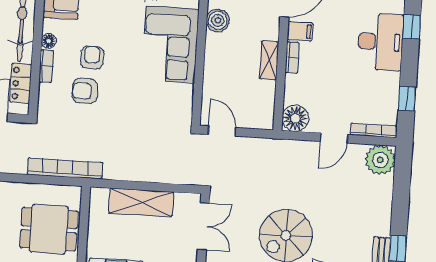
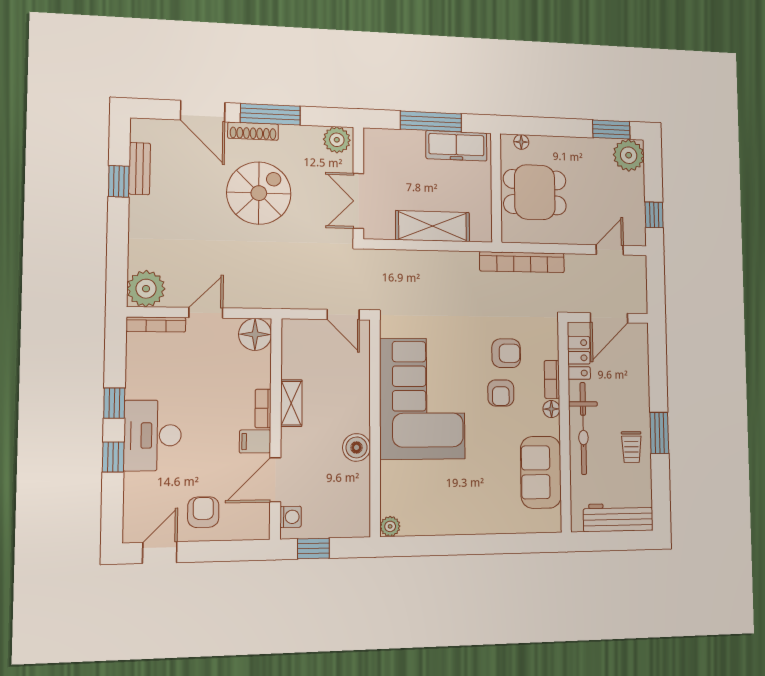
corner sofa: (170, 44) -> (422, 399), width x1.36, depth x1.36
window: (407, 98) -> (114, 403), moved

